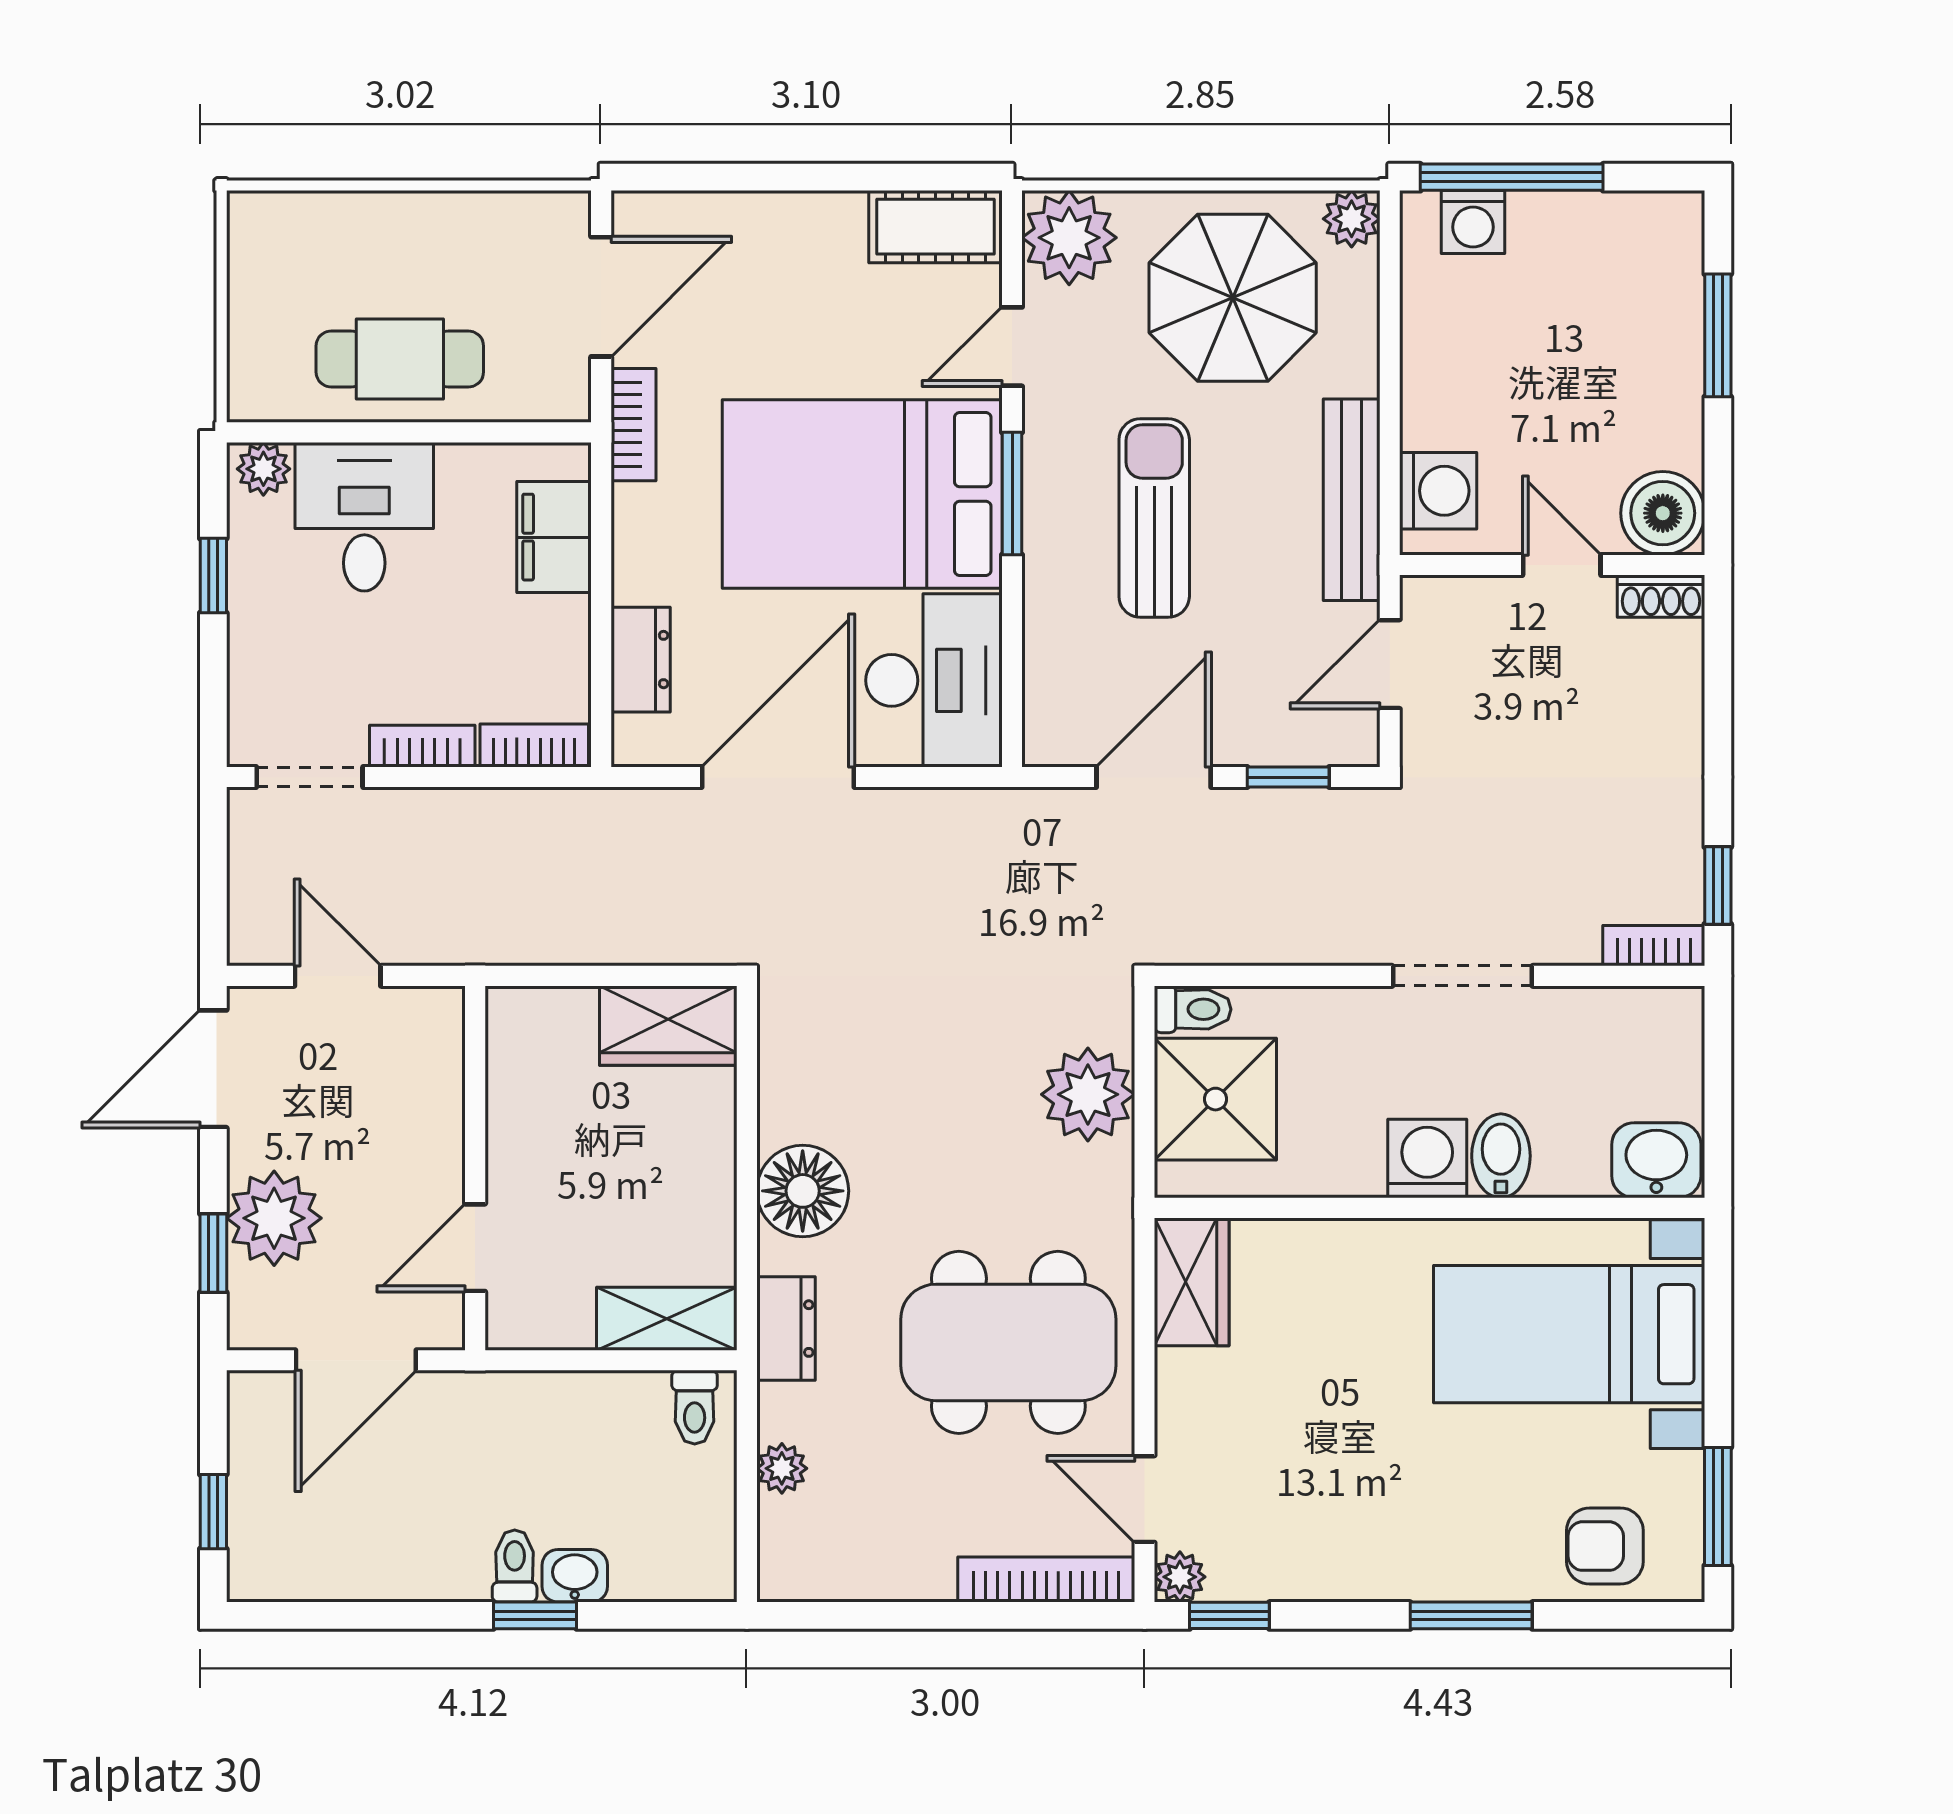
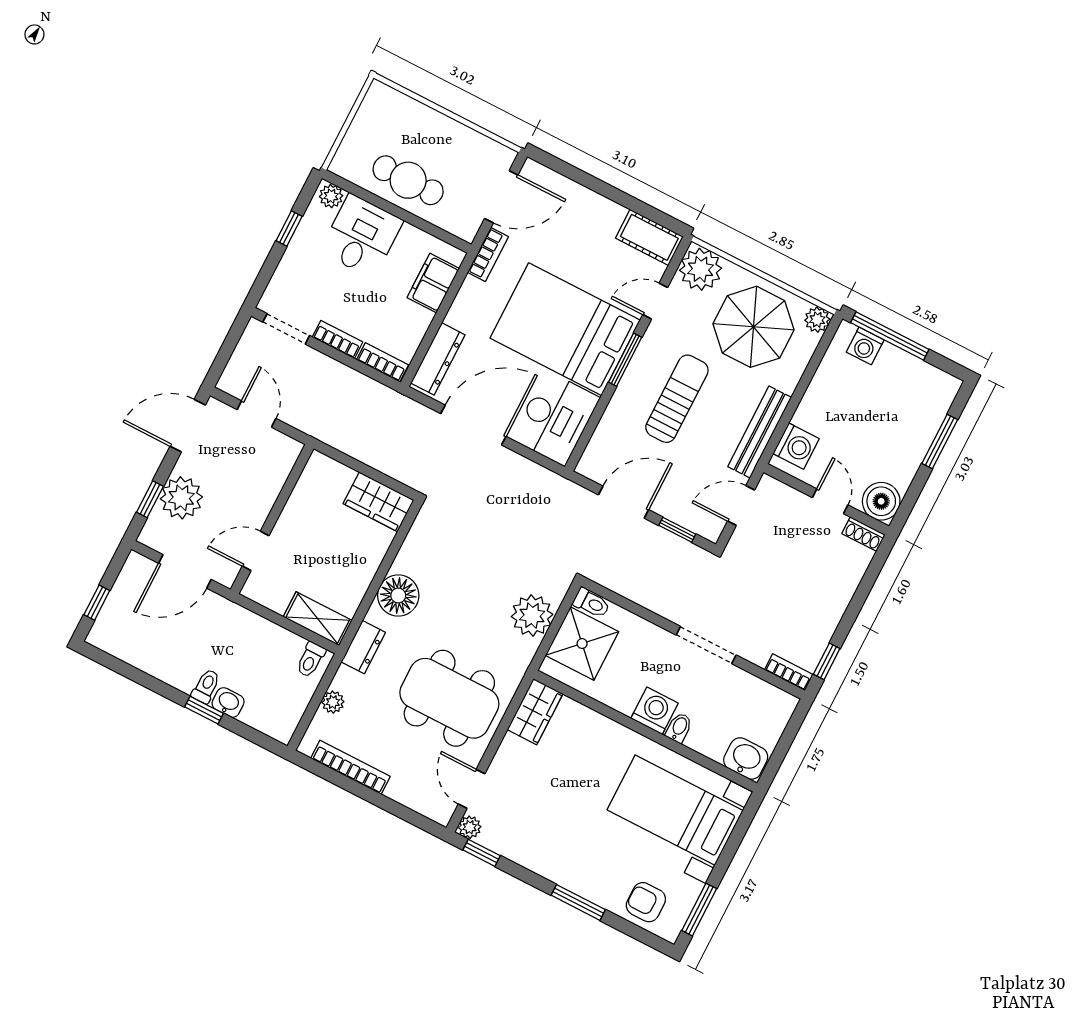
dresser: (641, 660) -> (438, 359), width x1.44
bidet: (1501, 1156) -> (679, 728), width x0.72, depth x0.74
bookcase: (1046, 1580) -> (350, 767), moved

